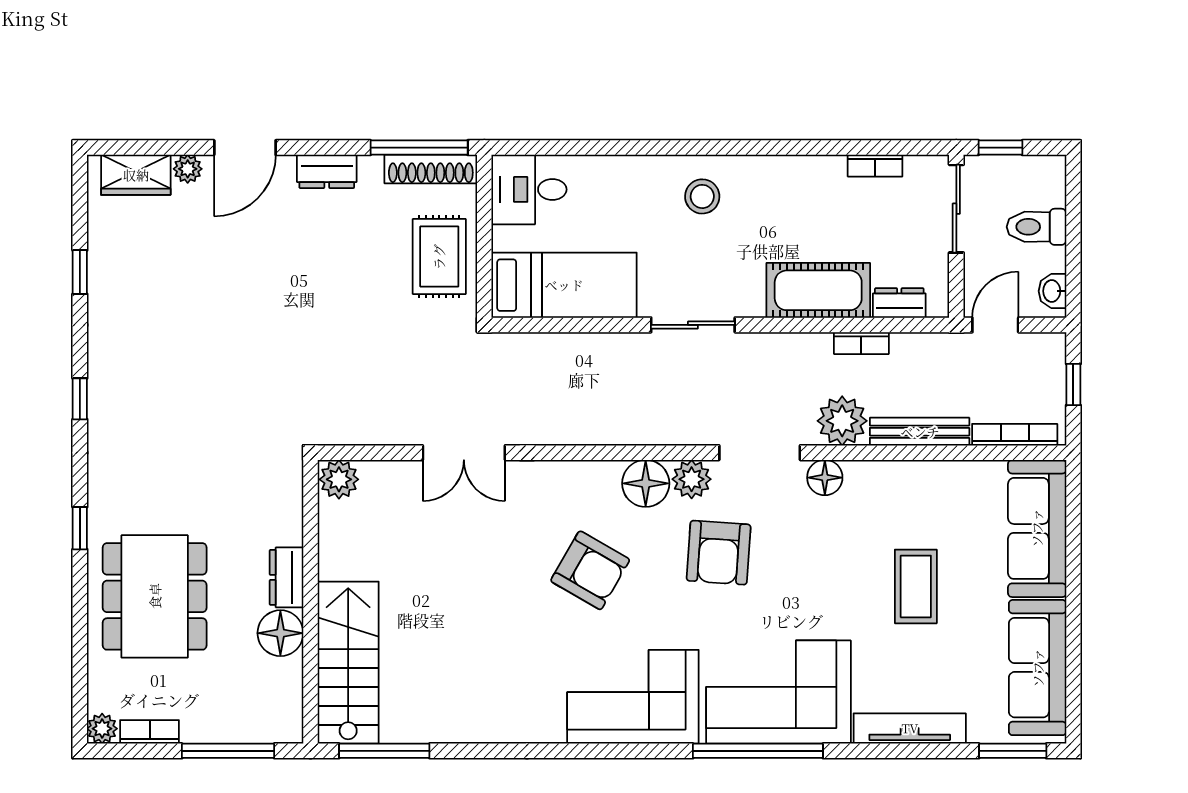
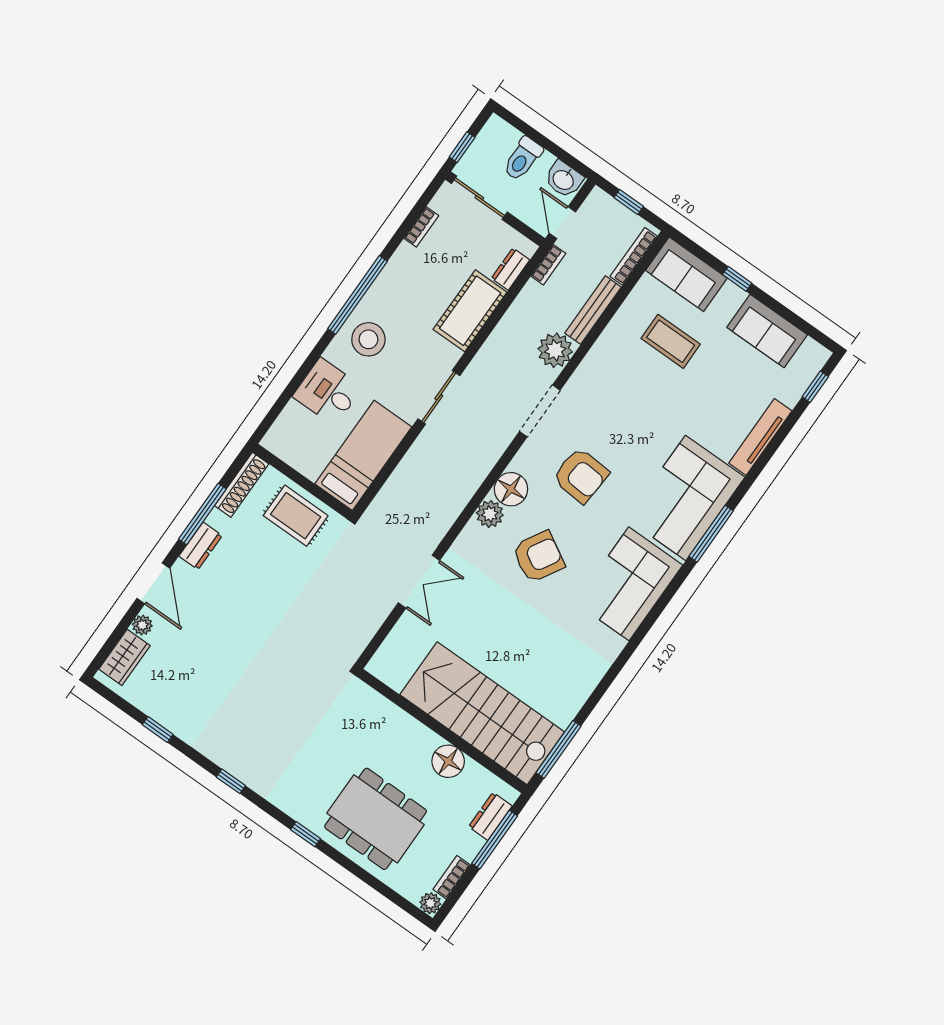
window: (419, 148) -> (202, 514), moved
window: (745, 148) -> (358, 295), added
desk: (529, 189) -> (328, 392), moved, turned 90
stool: (702, 196) -> (368, 339), width x1.38, depth x1.38
washbasin: (1053, 291) -> (564, 179), width x1.38, depth x1.45
bookcase: (861, 343) -> (548, 265), moved
floor lamp: (825, 478) -> (581, 383), removed
plant: (339, 479) -> (383, 665), removed
plant: (692, 479) -> (490, 514), moved
sofa: (1037, 528) -> (686, 274), width x0.73
window: (1073, 573) -> (737, 279), added
dresser: (287, 577) -> (490, 816), moved, turned 90
coffee table: (916, 586) -> (671, 341), moved
stairs: (348, 663) -> (482, 713), width x1.36, depth x1.51
sofa: (1038, 668) -> (767, 331), width x0.73
window: (758, 751) -> (711, 534), width x0.68
window: (1013, 751) -> (815, 387), width x0.67

